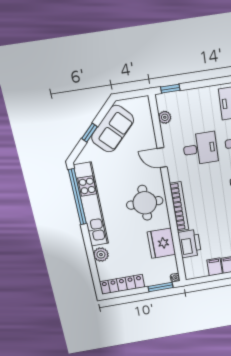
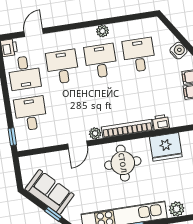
plant: (165, 117) -> (95, 133), moved
desk: (200, 149) -> (31, 114), moved
printer: (190, 244) -> (161, 122), width x0.53, depth x0.68

